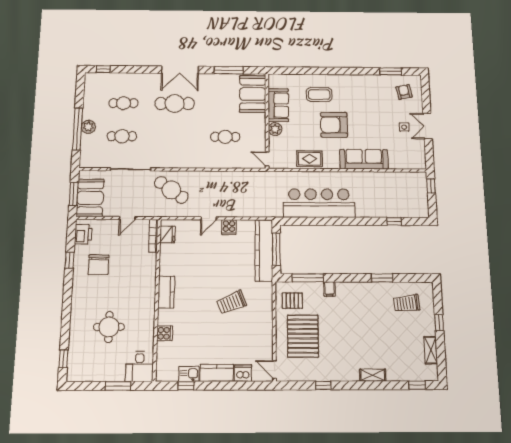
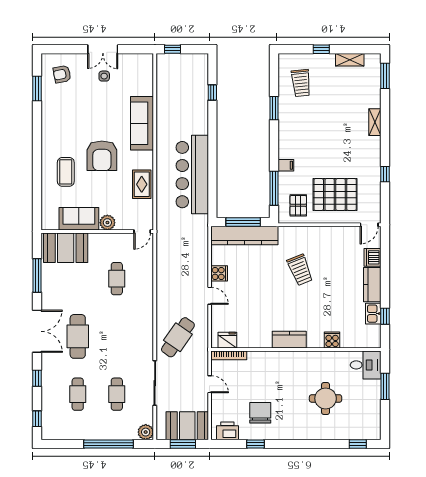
window: (139, 69) -> (37, 378), added
plant: (88, 127) -> (146, 432), moved
chair: (99, 265) -> (260, 413), turned -90
window: (417, 385) -> (385, 76), width x1.50

